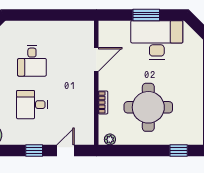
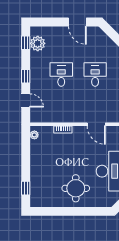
desk: (32, 61) -> (95, 75), turned 90
round table: (148, 107) -> (76, 188), moved, width x0.73, depth x0.73

